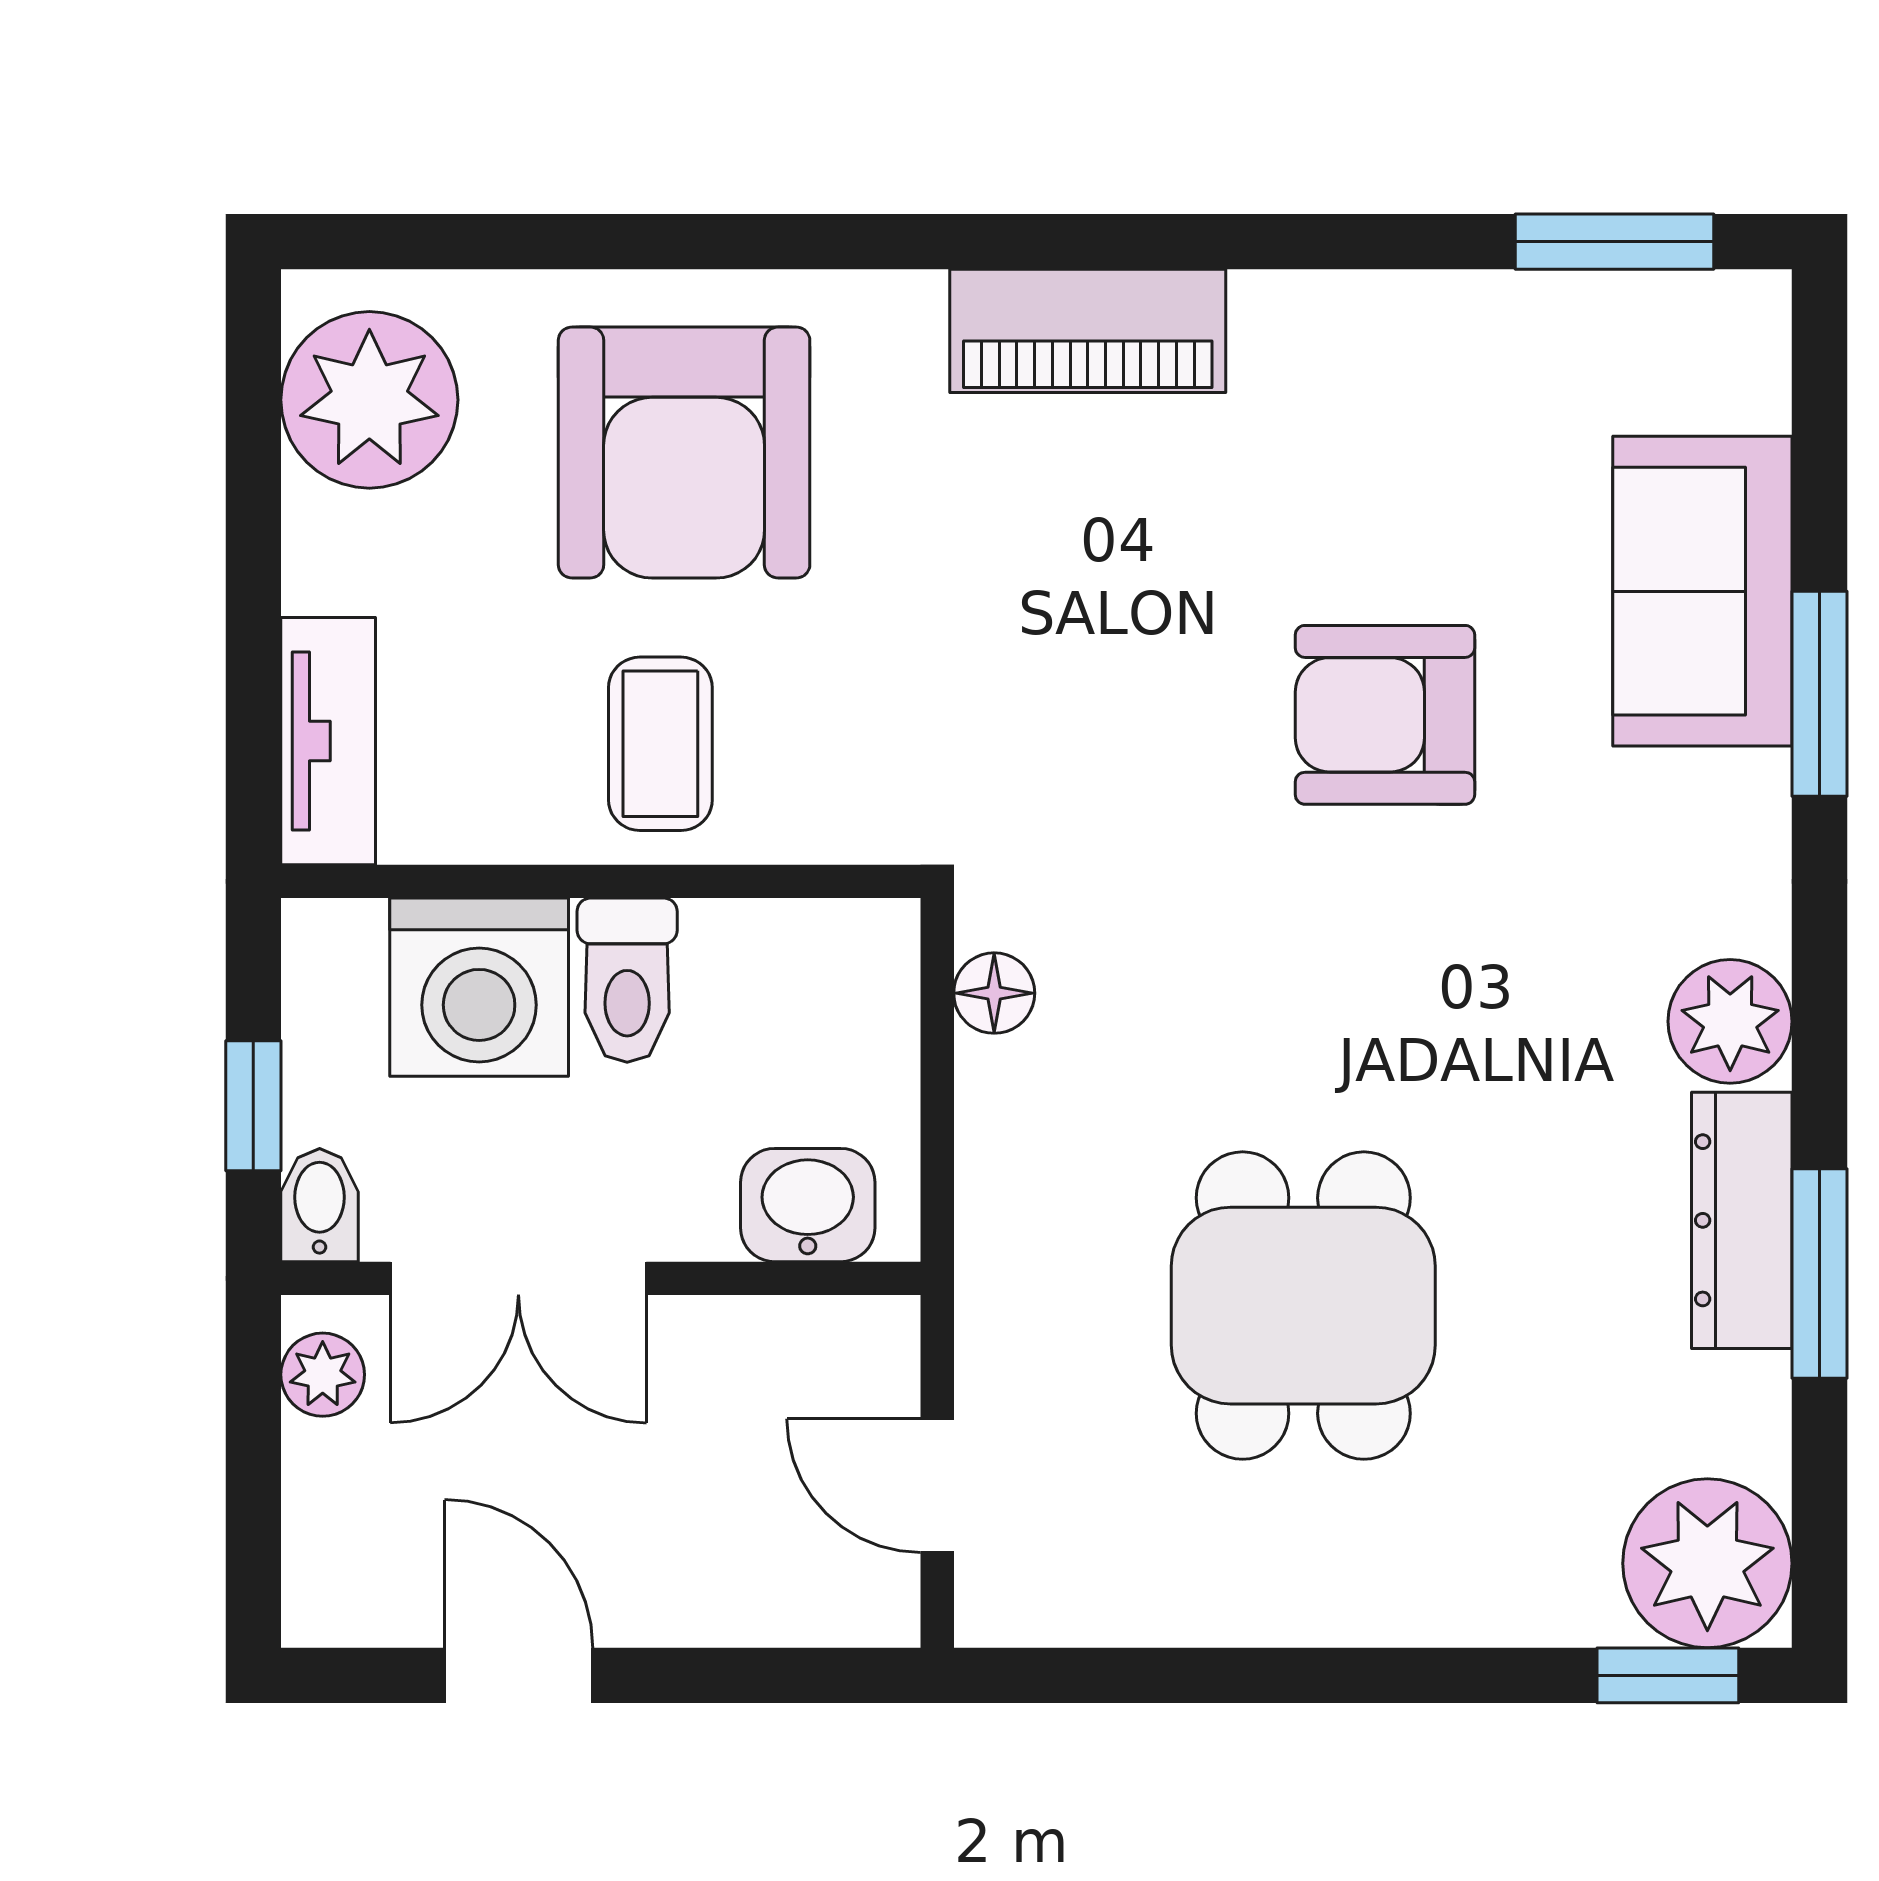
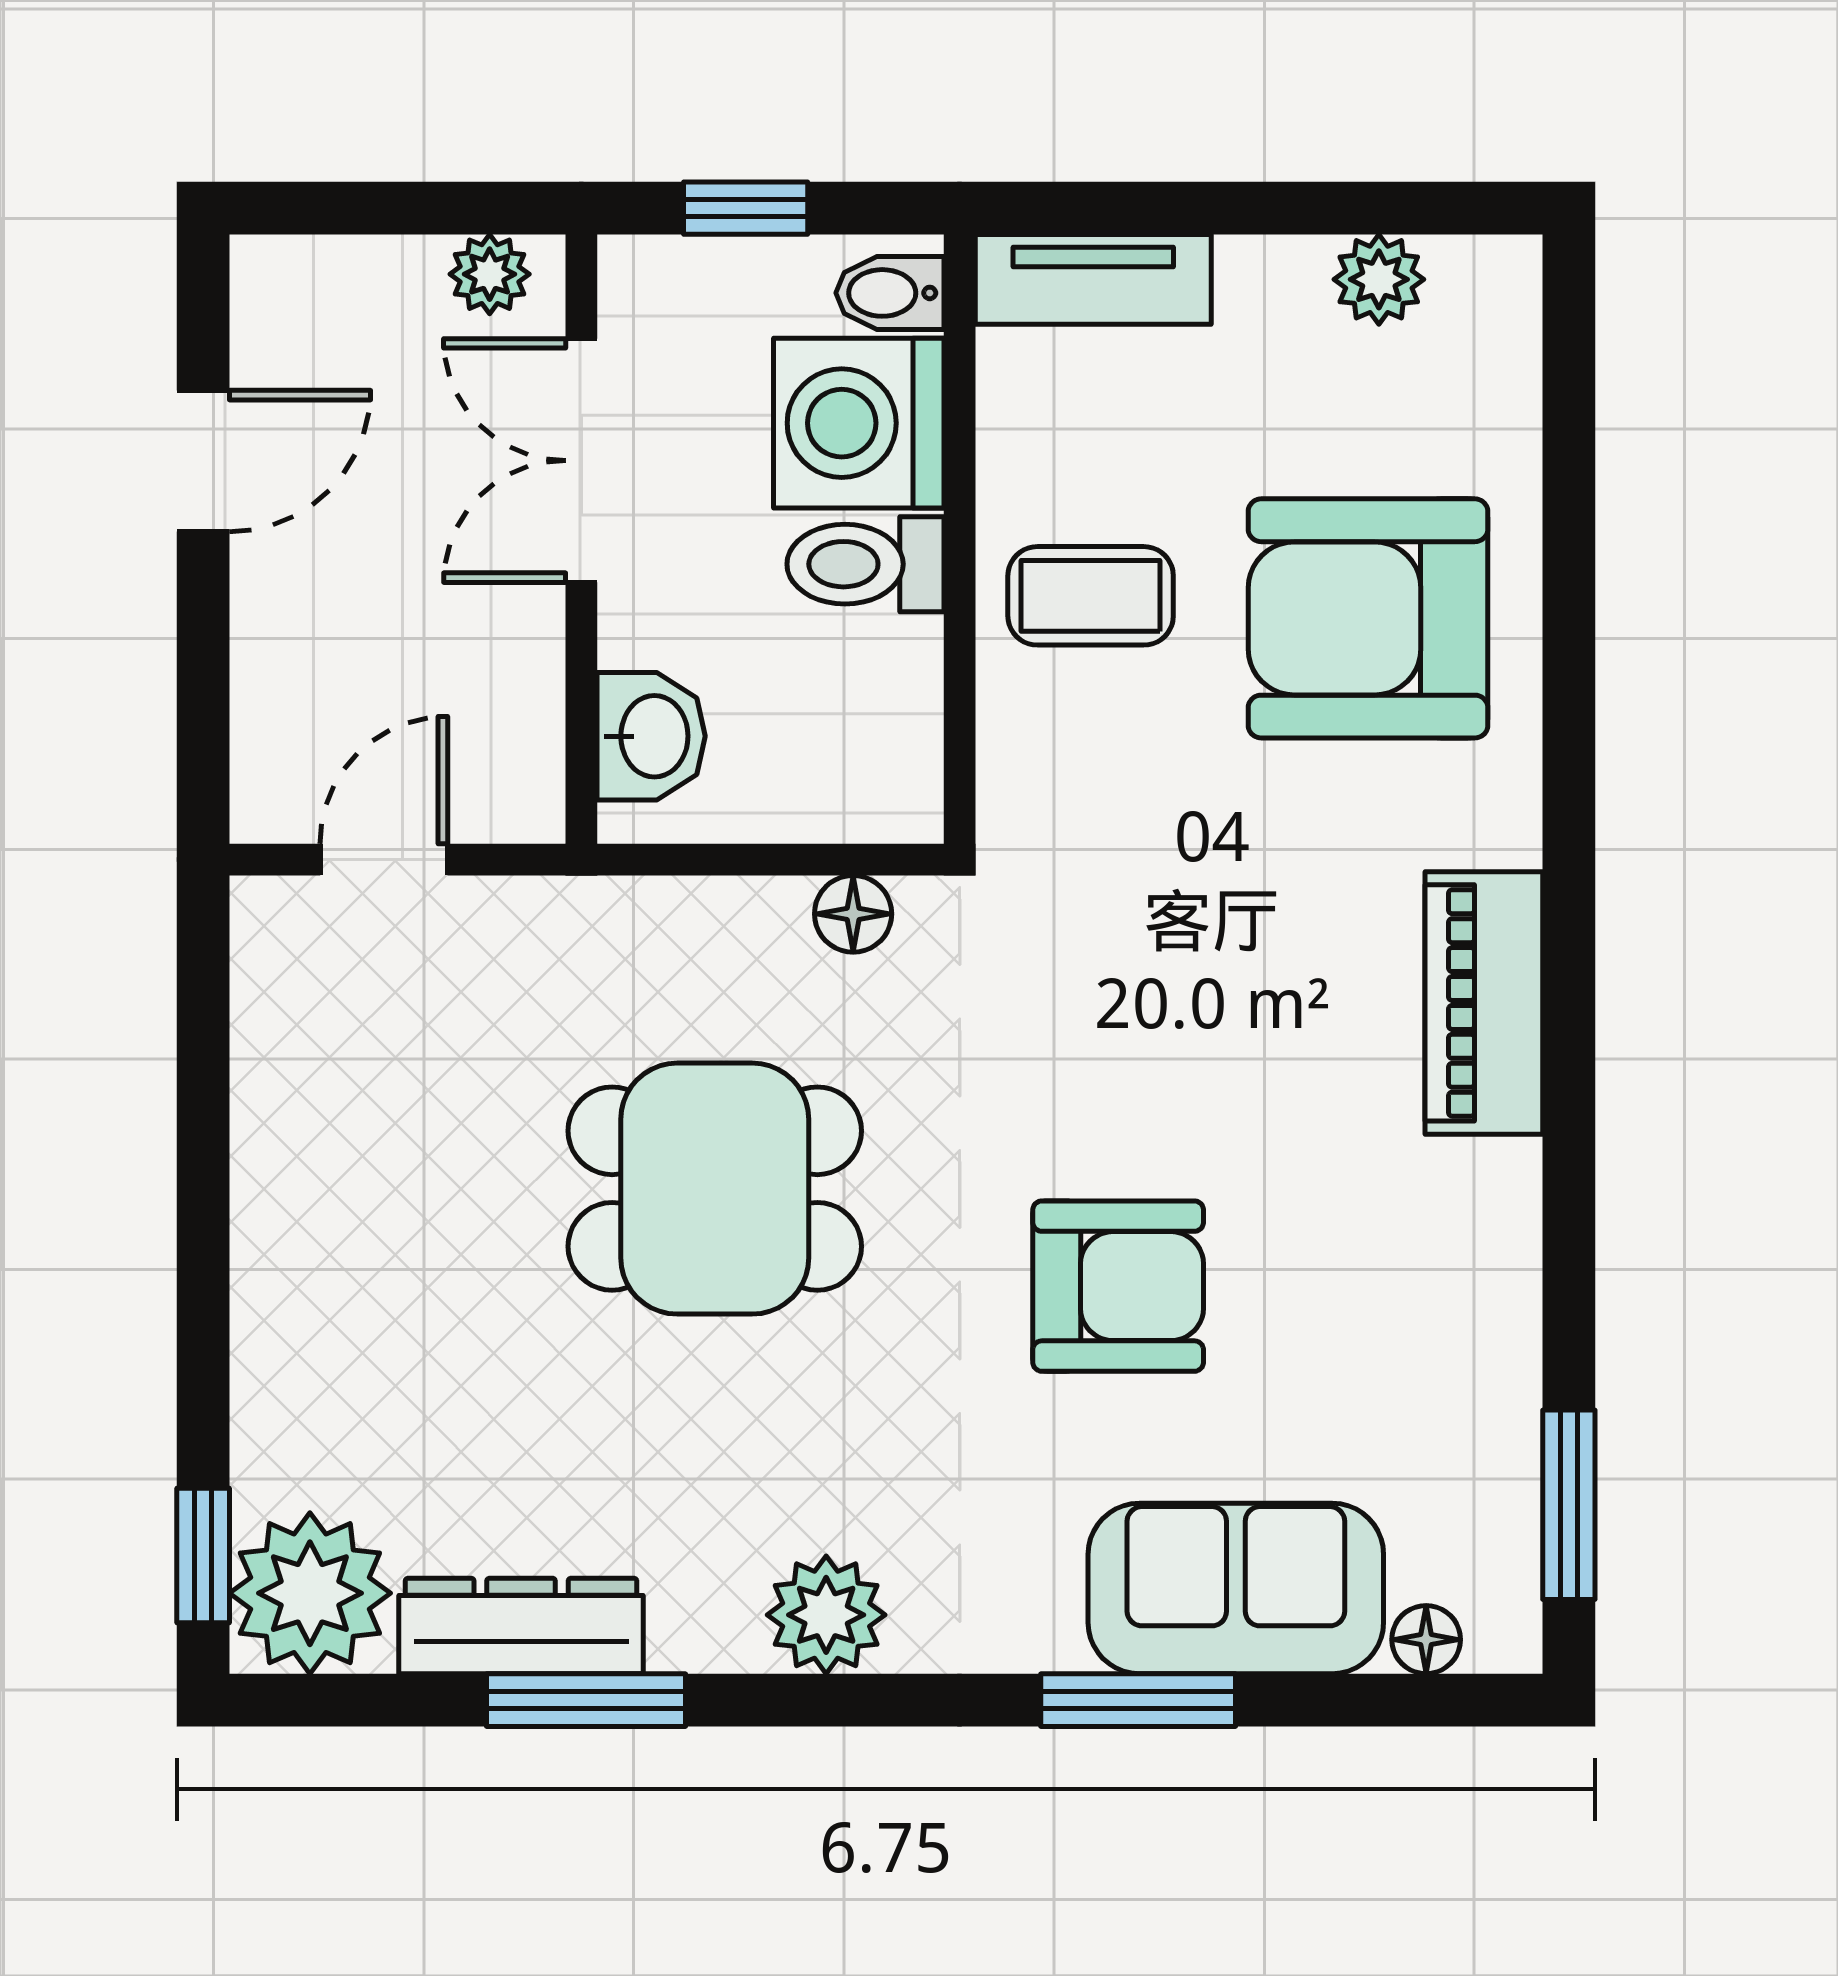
floor lamp: (1756, 392) -> (1426, 1640), added
plant: (369, 400) -> (1379, 279), width x0.53, depth x0.53
armchair: (1385, 715) -> (1118, 1286), turned 90
bidet: (320, 1205) -> (890, 293), moved, turned 180
dresser: (1742, 1220) -> (521, 1626), moved
dining table: (1303, 1306) -> (715, 1189), moved

